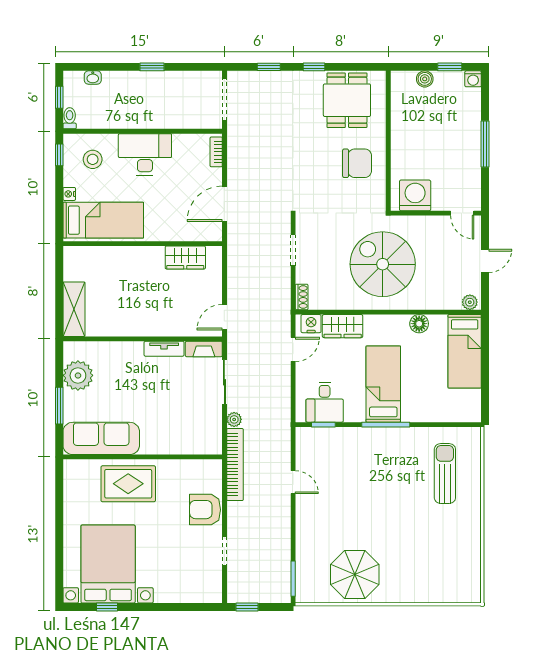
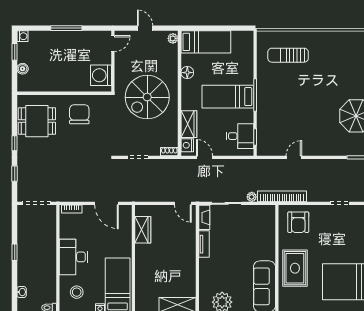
armchair: (205, 510) -> (298, 222), moved

